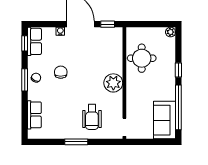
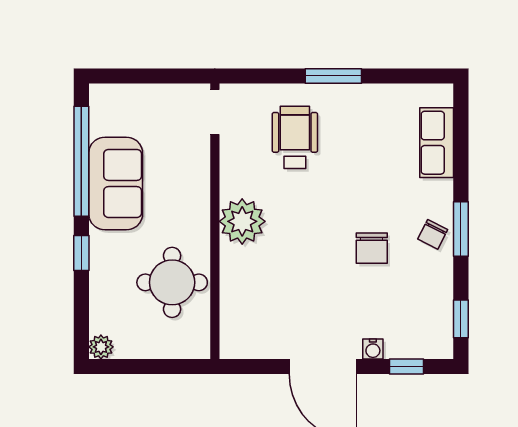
window: (108, 24) -> (407, 367), moved
row of seats: (34, 41) -> (437, 324), removed
sofa: (165, 120) -> (116, 183), moved

